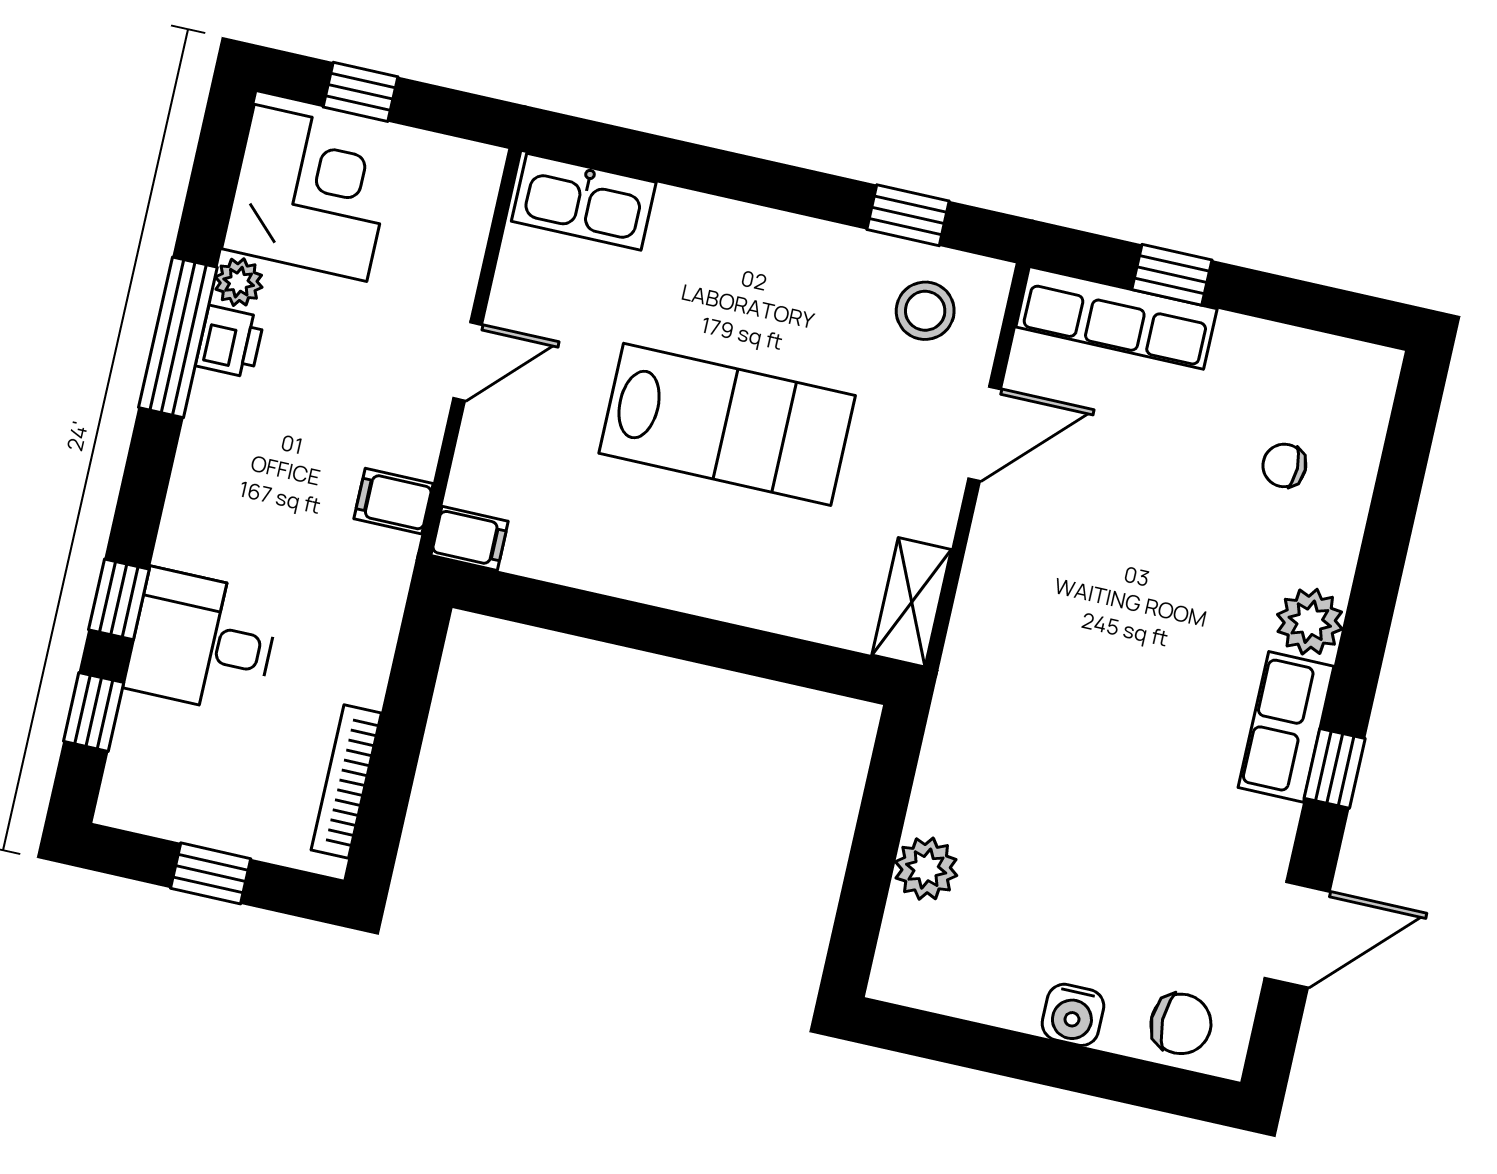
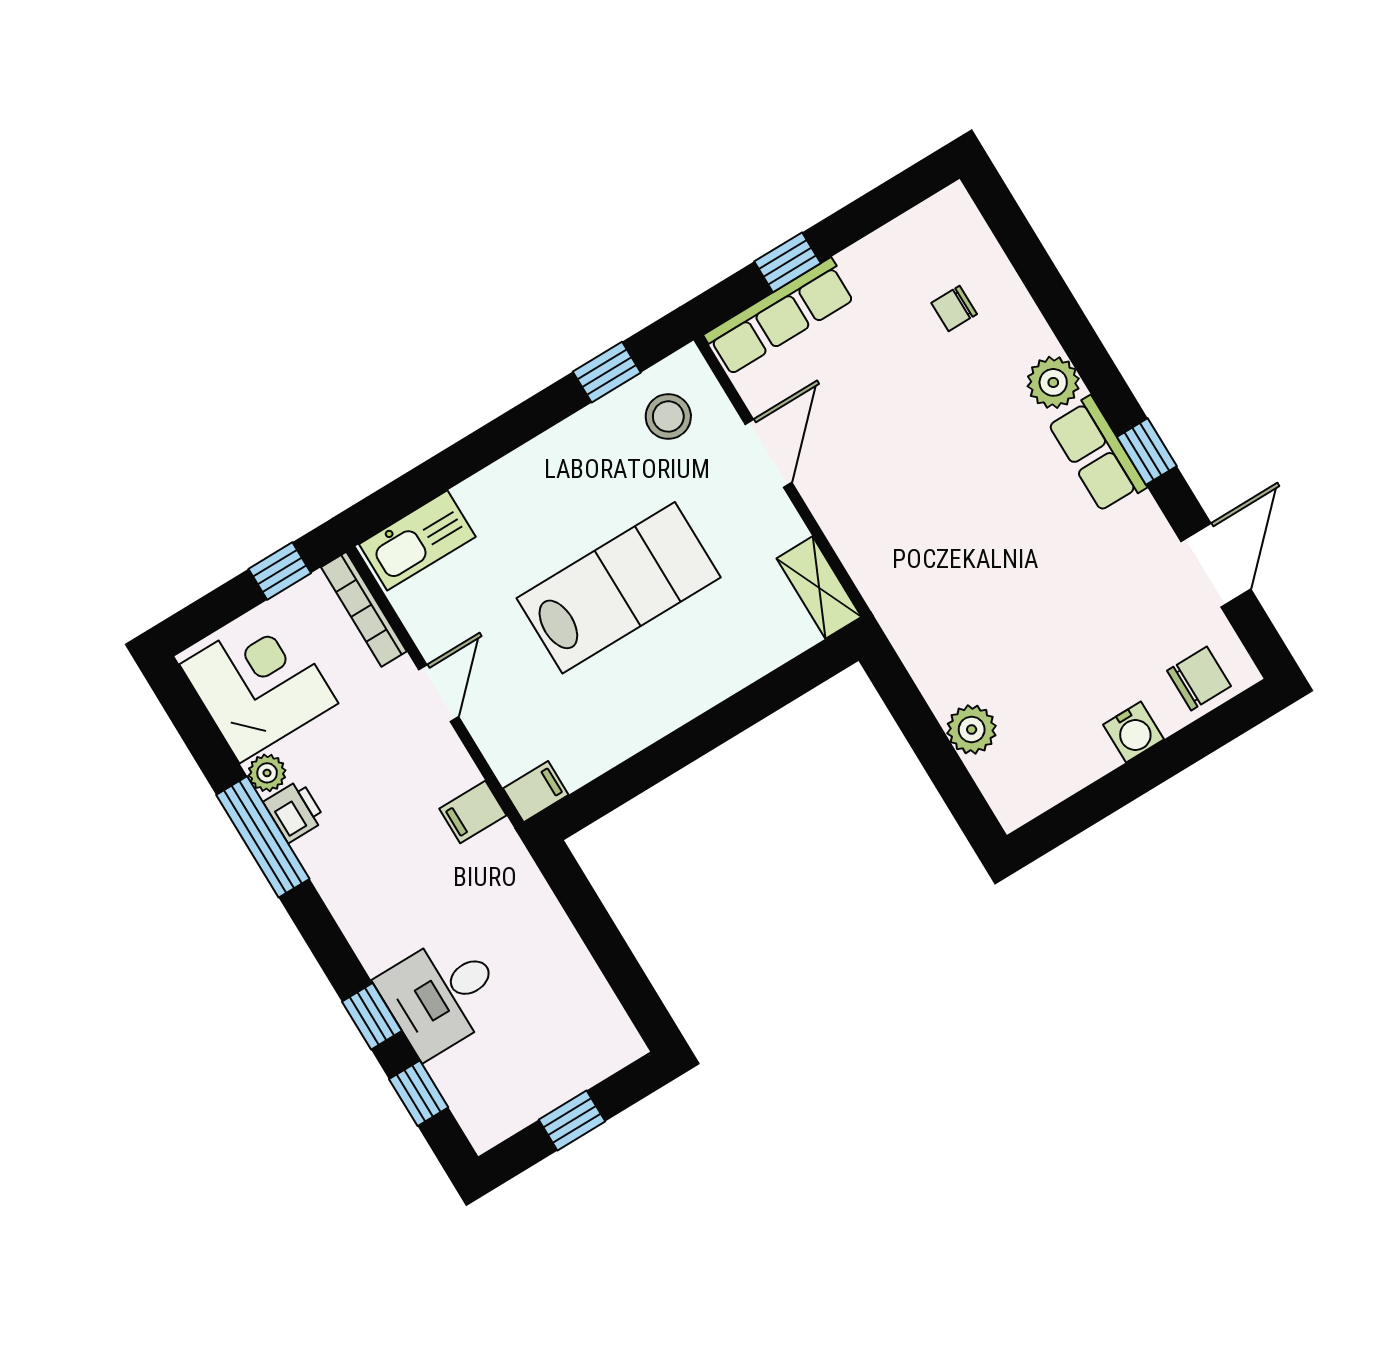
window: (360, 92) -> (280, 571), moved
bookcase: (346, 782) -> (364, 609), moved

